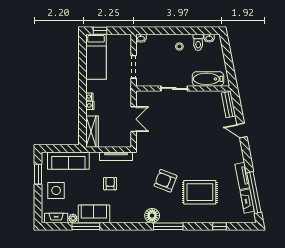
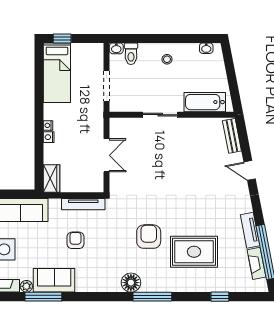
toilet: (198, 42) -> (131, 54), moved
wardrobe: (92, 132) -> (51, 179), width x0.67
armchair: (165, 181) -> (149, 237), turned 69

